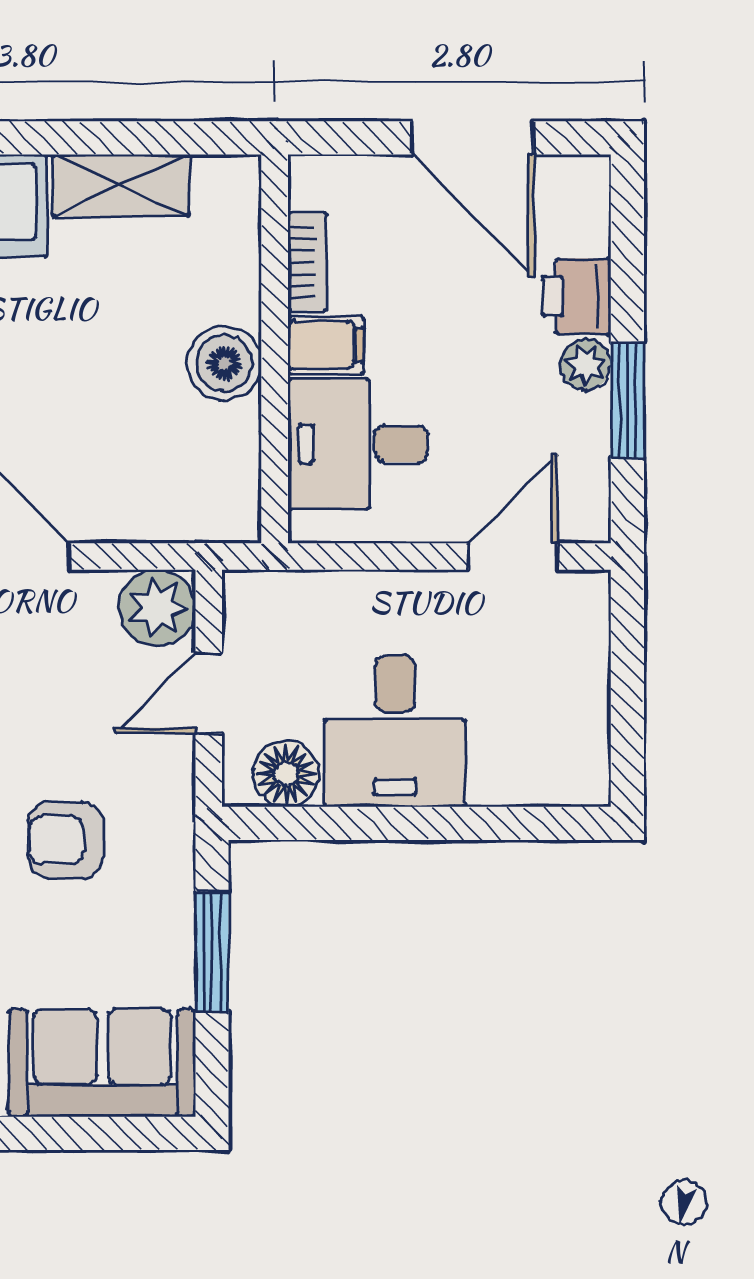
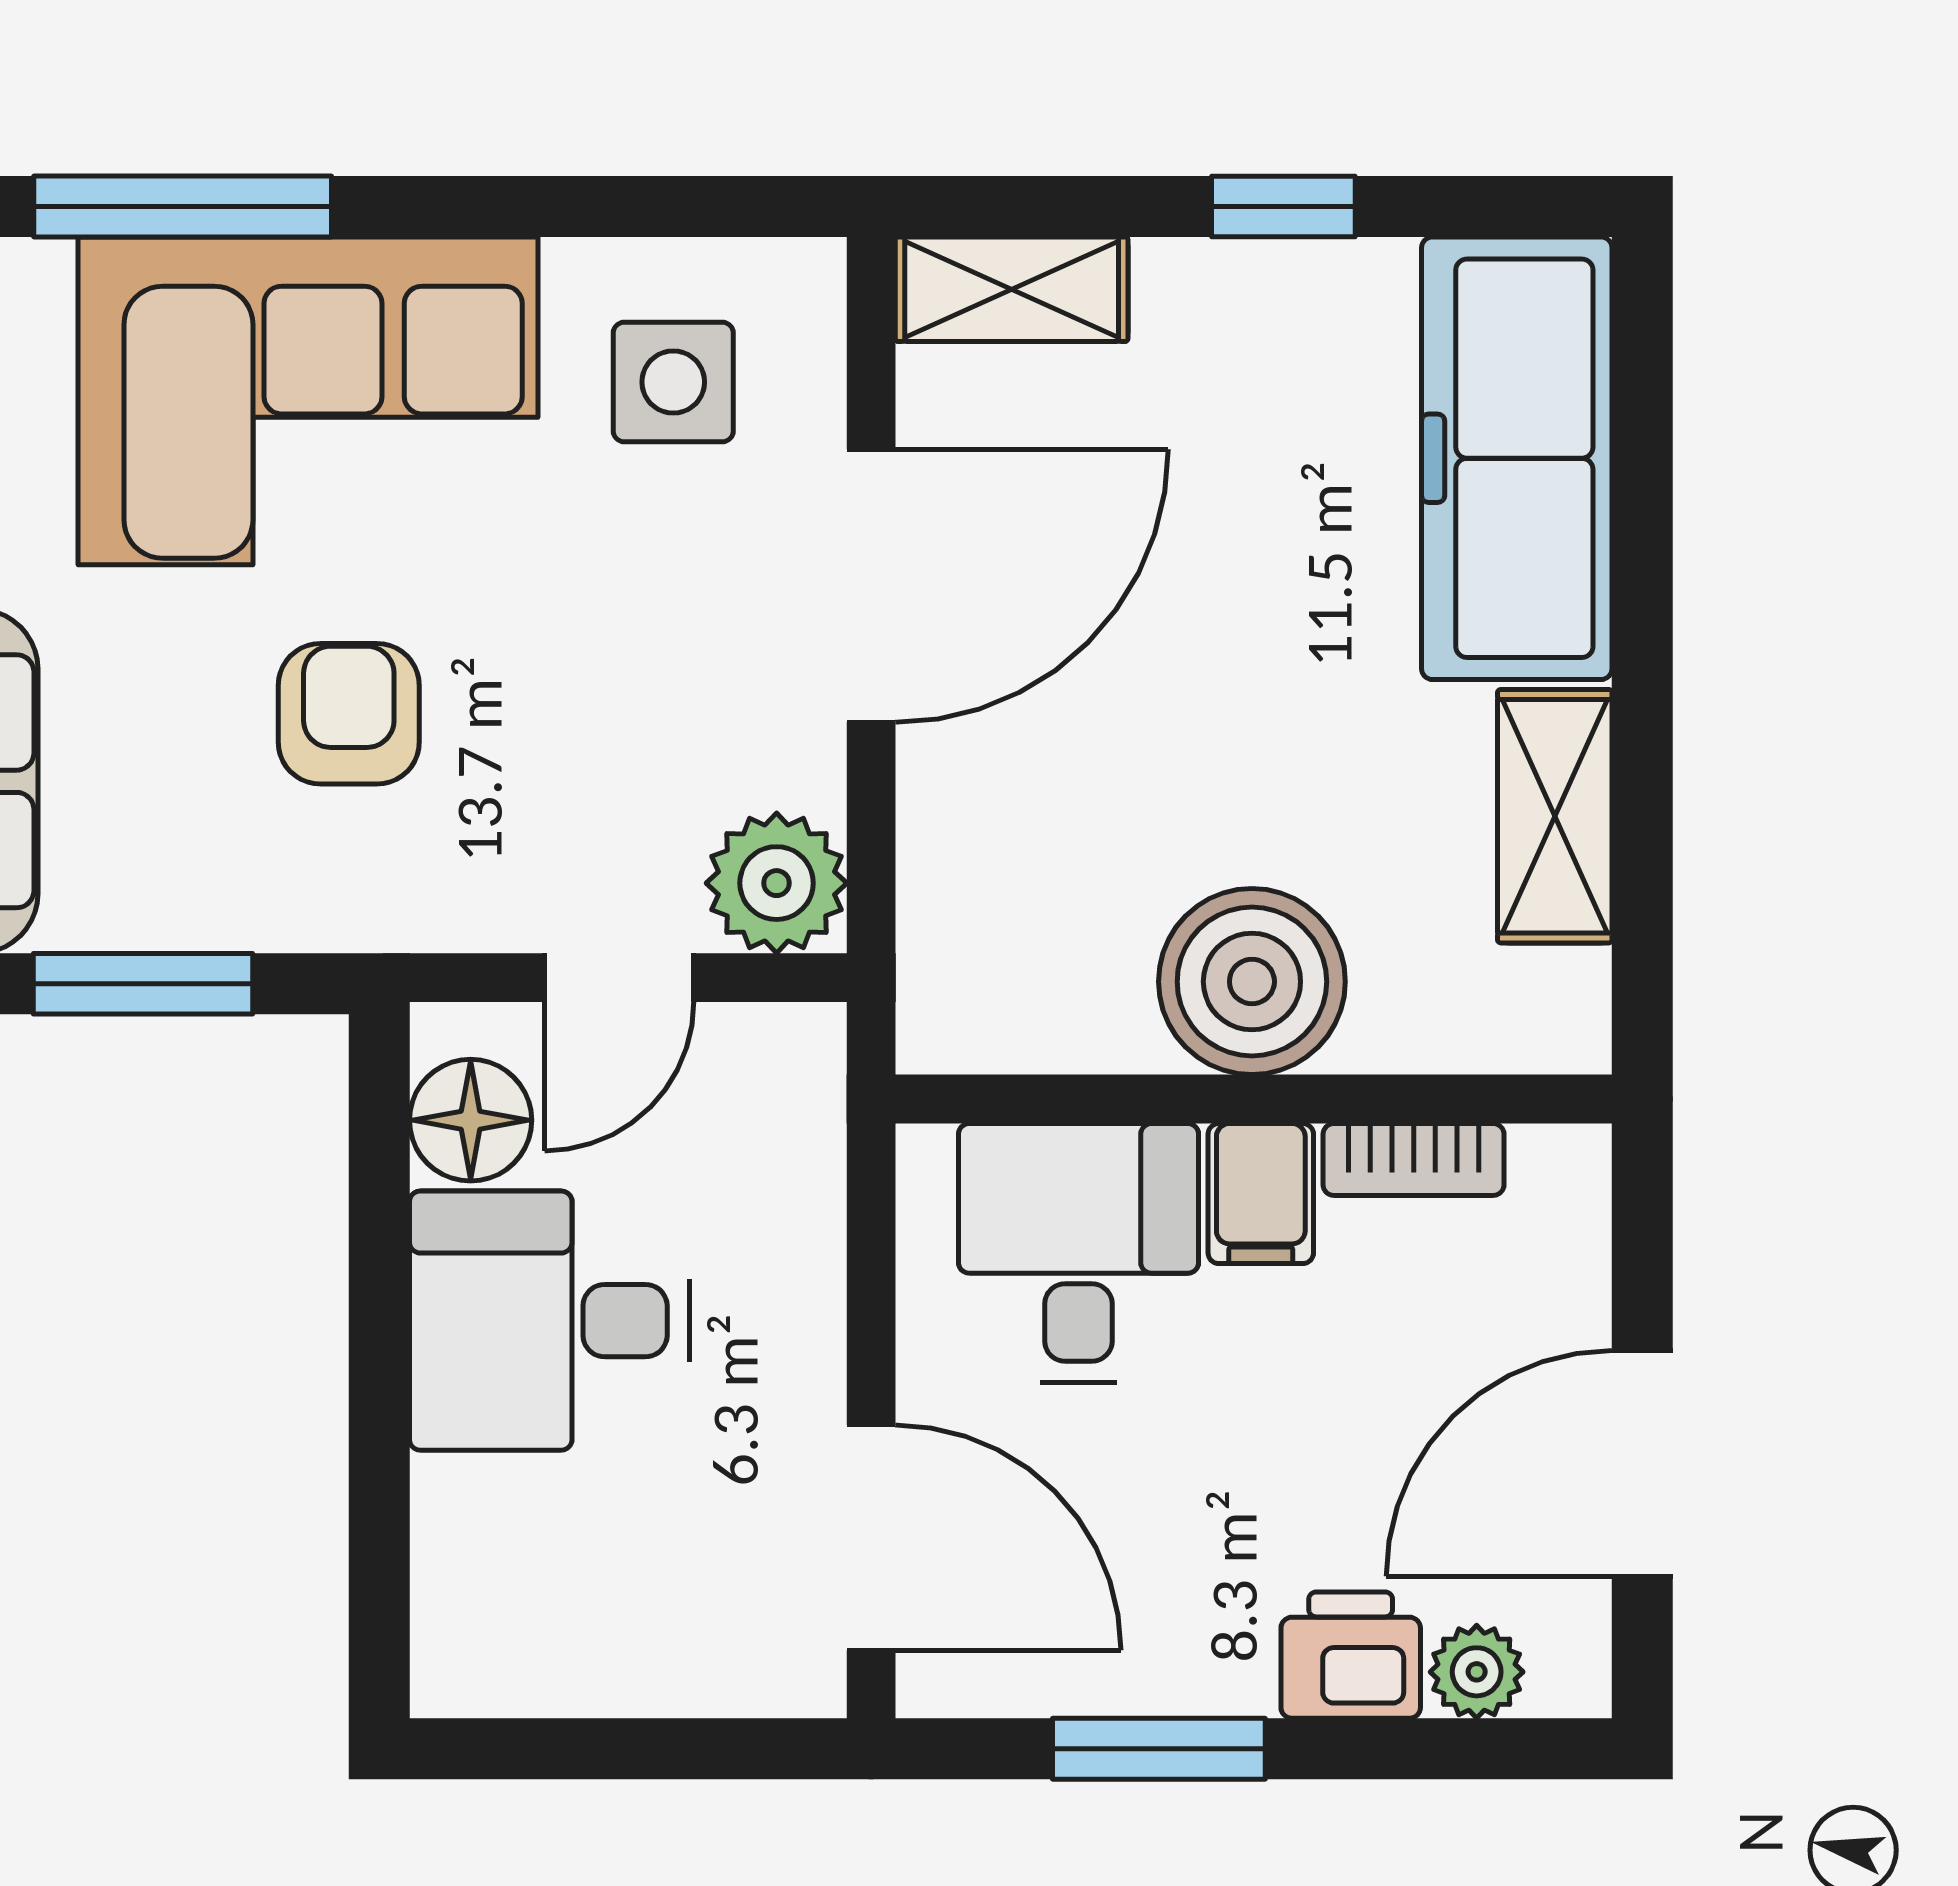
boiler: (224, 363) -> (1252, 982), width x1.37, depth x1.37
plant: (586, 365) -> (1477, 1672), moved
door: (513, 557) -> (871, 1538), width x1.38
door: (209, 693) -> (619, 978), swing flipped

